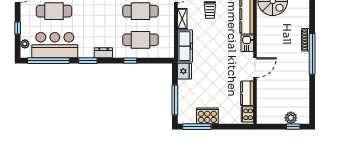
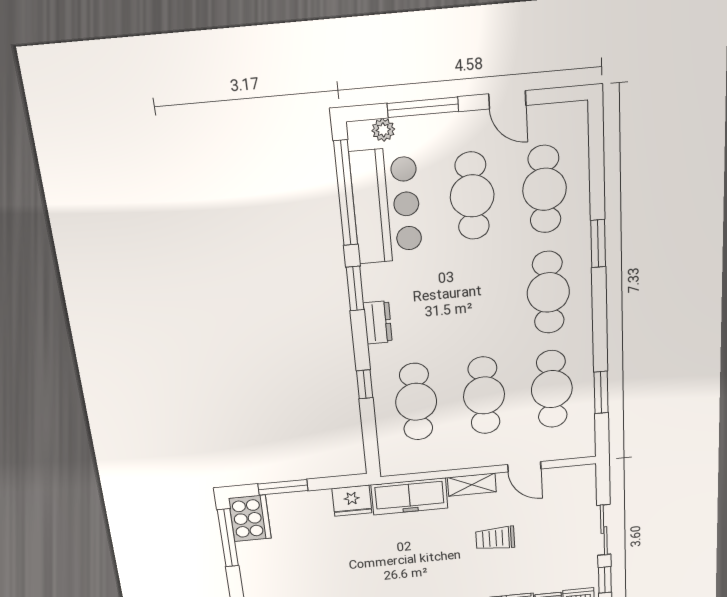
window: (18, 28) -> (423, 107), width x2.17
window: (175, 100) -> (283, 487), width x0.69
cooker: (207, 116) -> (250, 518), moved

